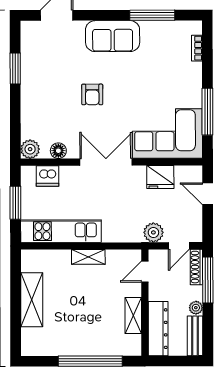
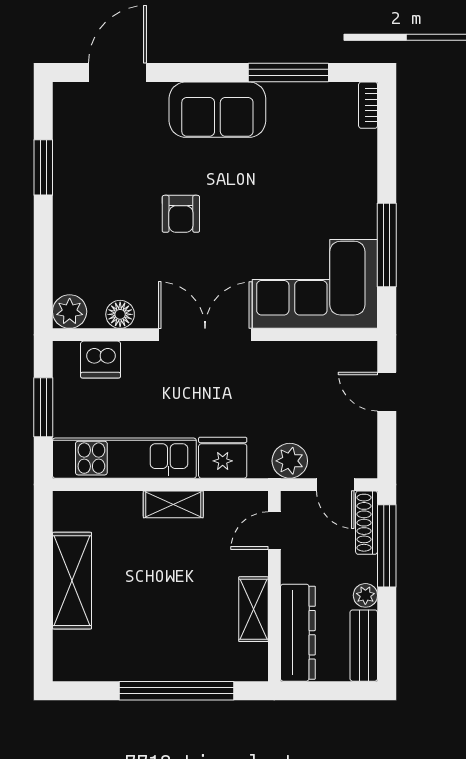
bookcase: (197, 48) -> (368, 105), moved
fridge: (160, 177) -> (223, 458), moved, turned 180
door: (179, 246) -> (335, 485), hinge flipped

